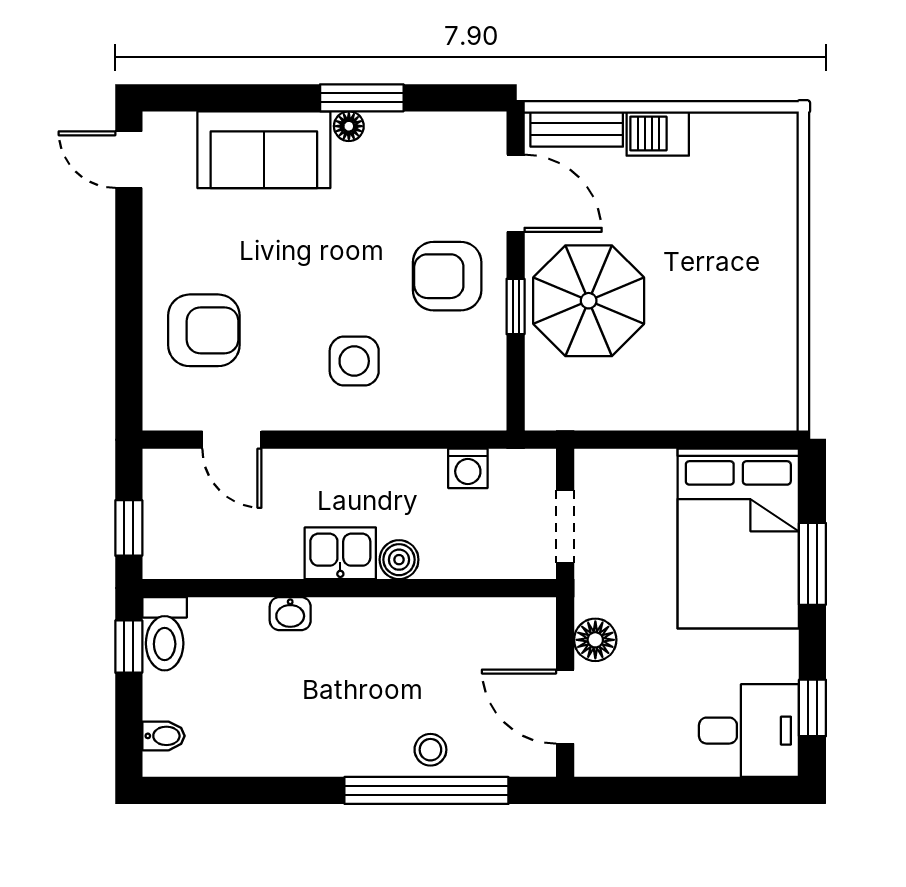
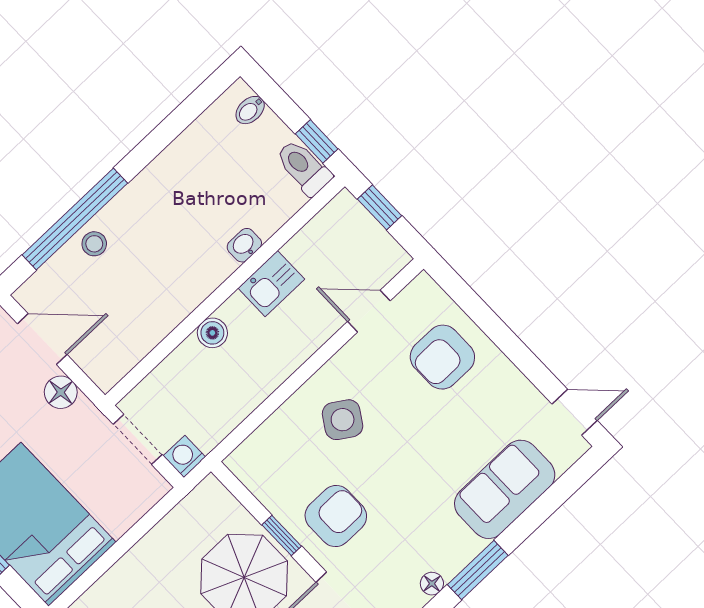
floor lamp: (349, 126) -> (432, 584), moved
side table: (354, 361) -> (343, 420), turned 33
washing machine: (468, 468) -> (184, 456), moved
kitchen sink: (340, 553) -> (271, 284), moved

